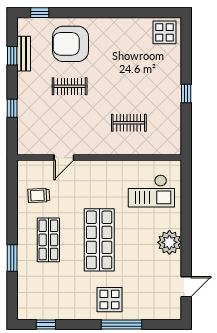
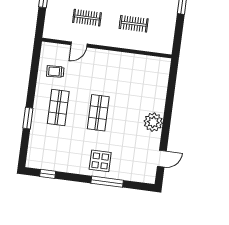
clothes rail: (70, 123) -> (87, 18), added
checkout: (151, 191) -> (144, 80), removed
shop shelf: (99, 240) -> (98, 113), width x0.70, depth x0.74

